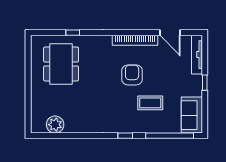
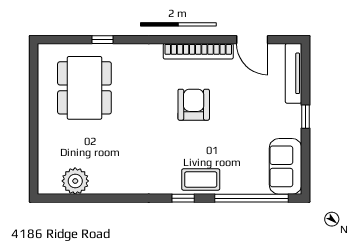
coffee table: (150, 103) -> (201, 179), moved

